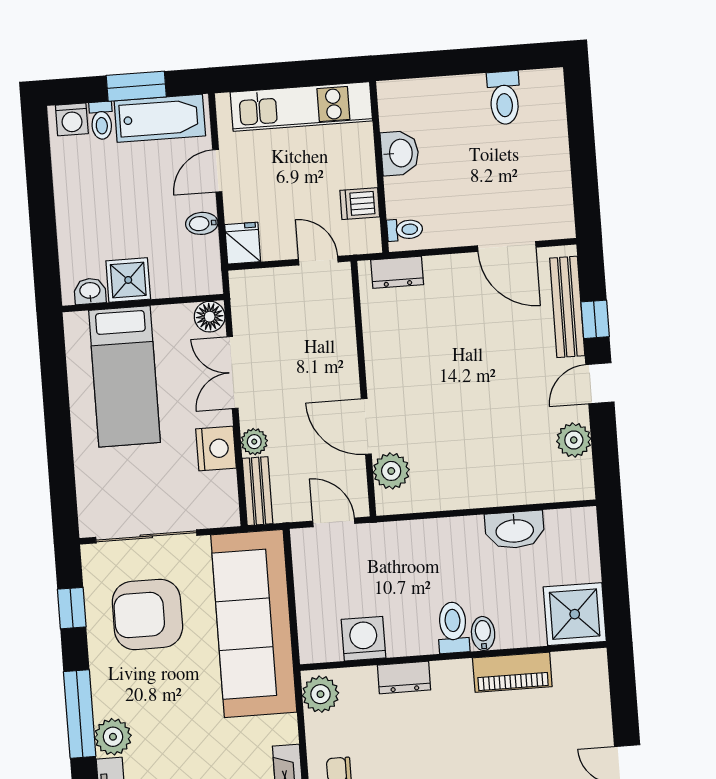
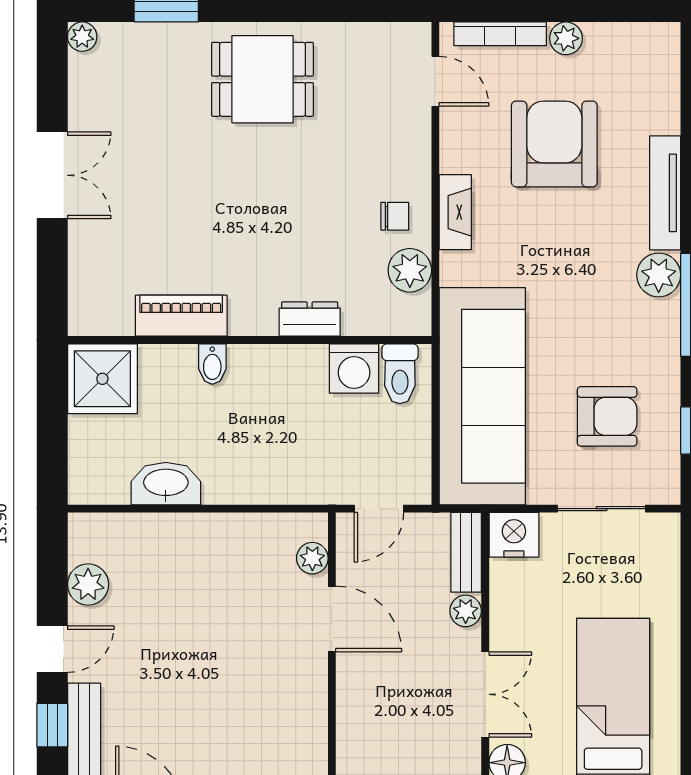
nightstand: (216, 448) -> (514, 535), moved, turned 90
plant: (391, 471) -> (312, 558), width x0.73, depth x0.73
door: (334, 522) -> (379, 509), hinge flipped
sliding door: (146, 536) -> (602, 509), width x0.73
armchair: (147, 614) -> (607, 416), width x0.73, depth x0.73
toilet: (453, 628) -> (400, 374), moved
plant: (320, 694) -> (410, 270), moved

